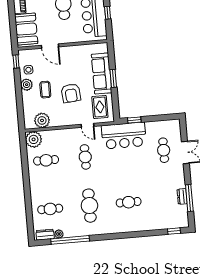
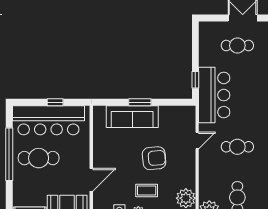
rug: (100, 107) -> (175, 122), removed

